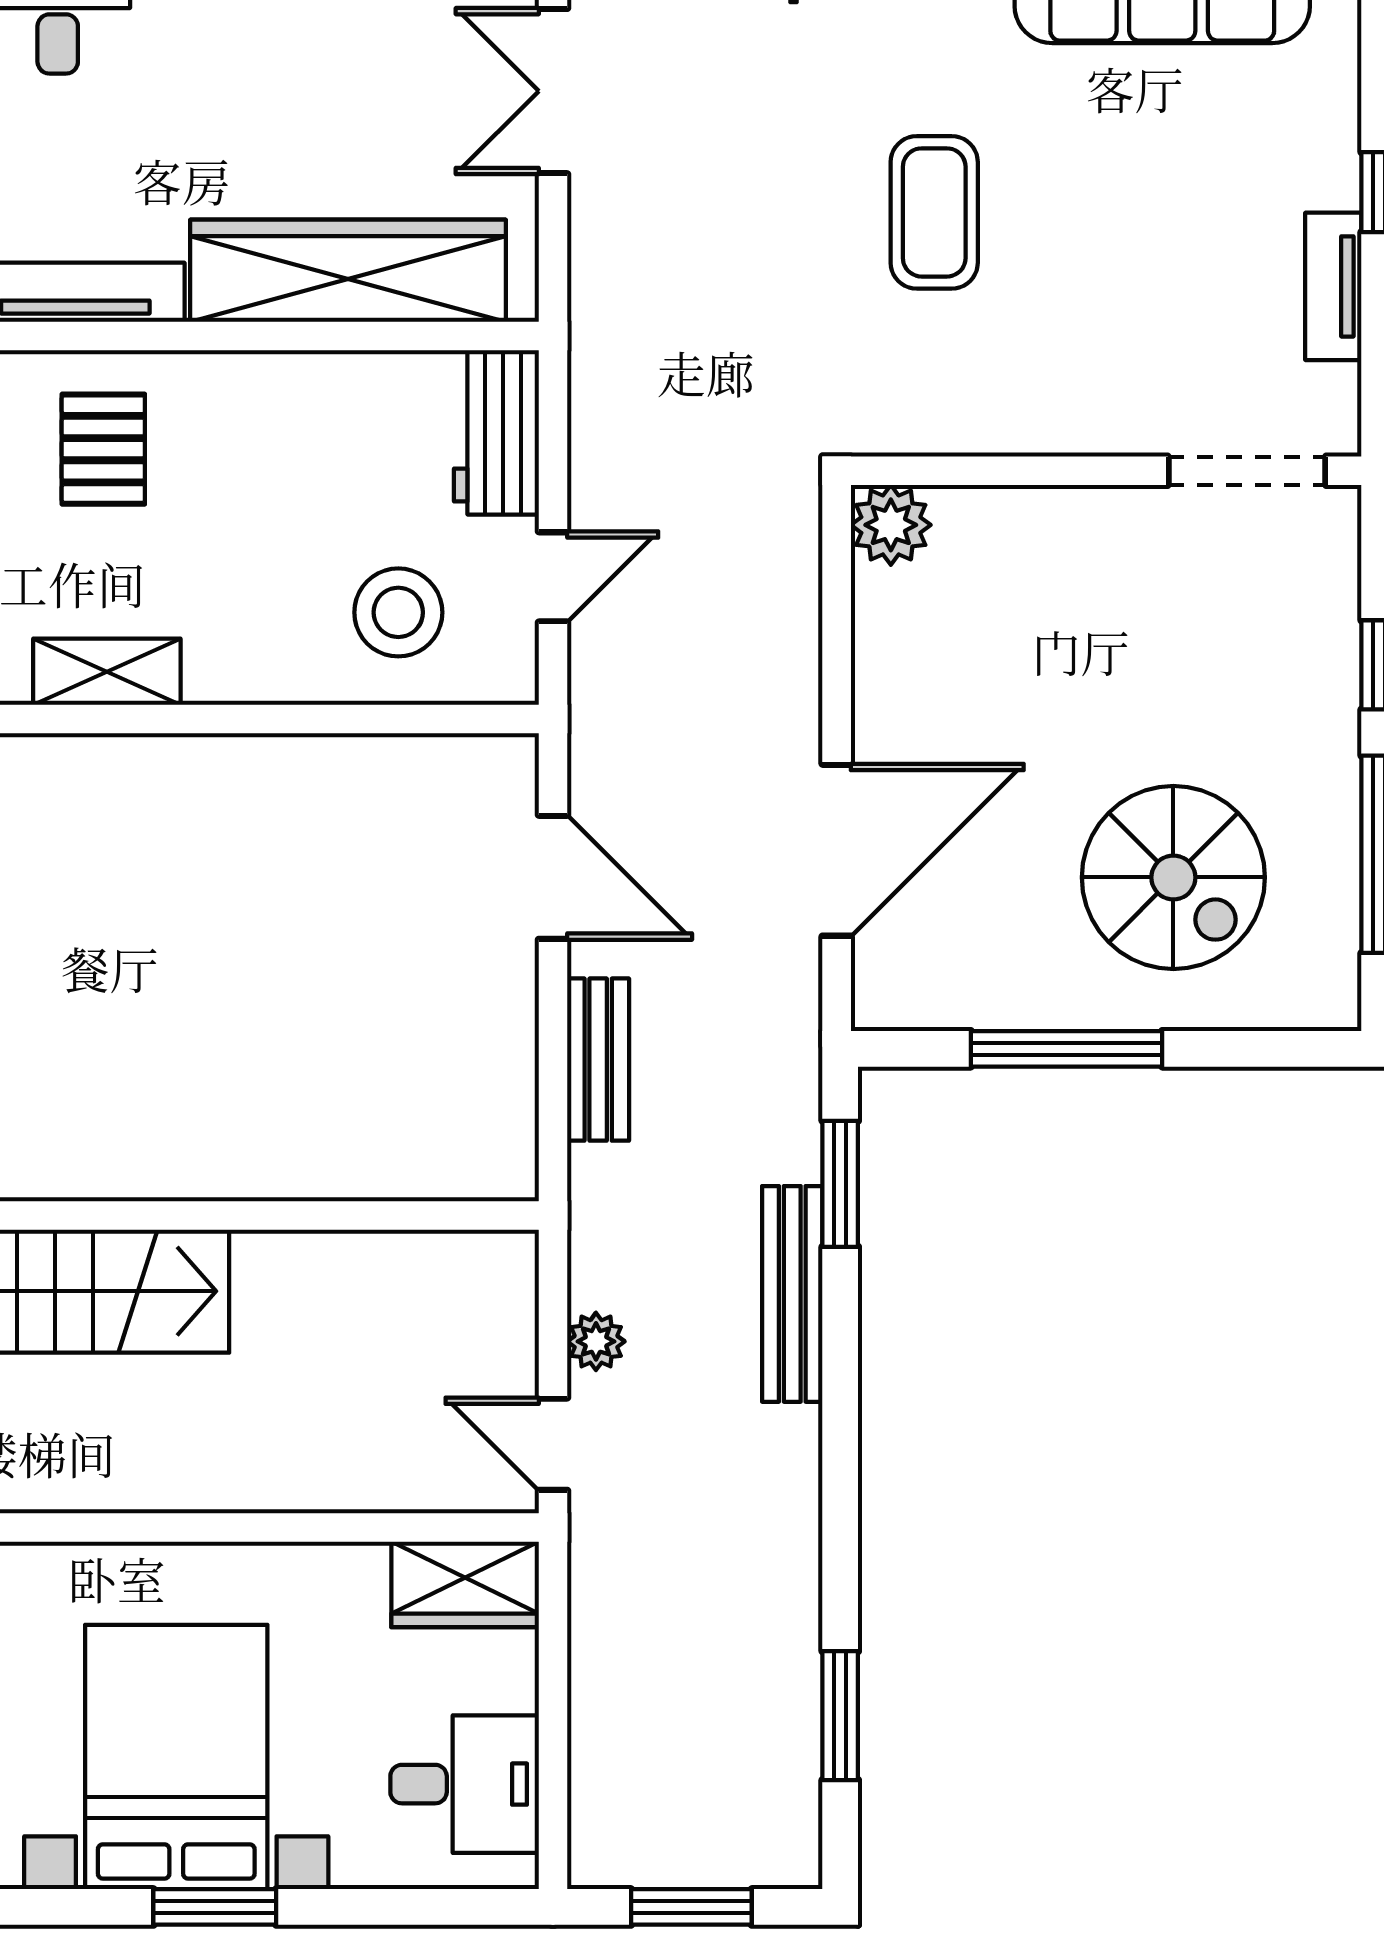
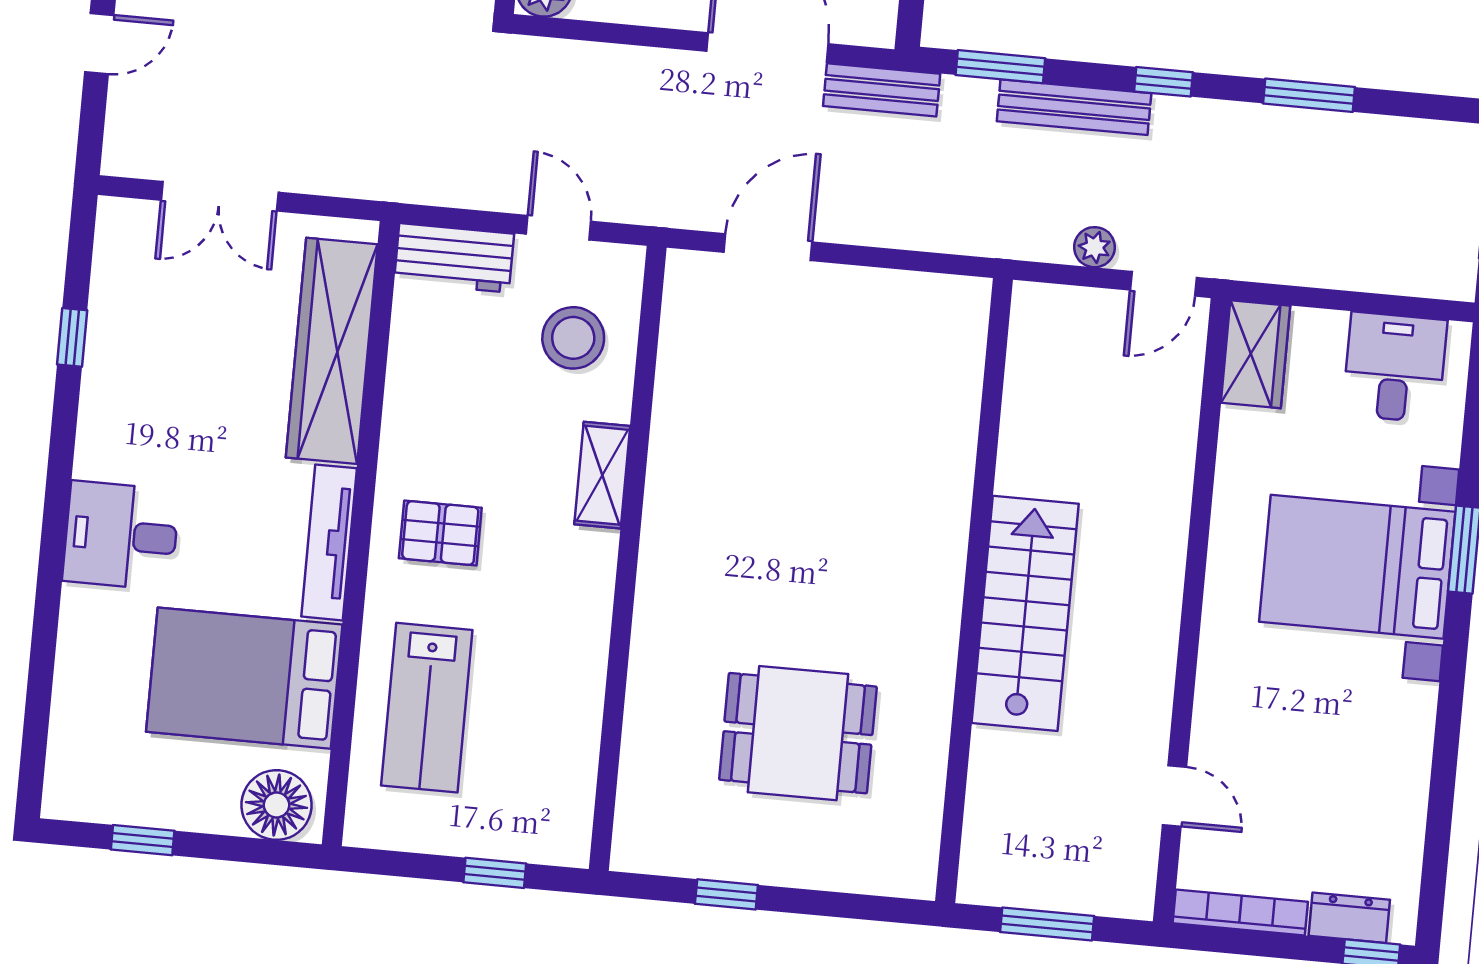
shelving: (107, 672) -> (602, 475), moved
bench: (598, 1060) -> (882, 90), moved
window: (840, 1418) -> (1164, 82), added
window: (840, 1716) -> (1309, 95), moved

